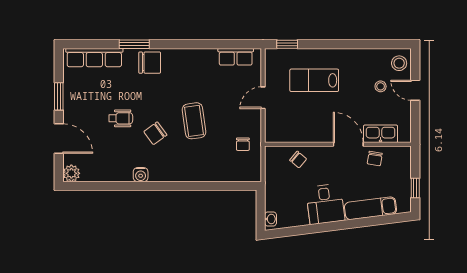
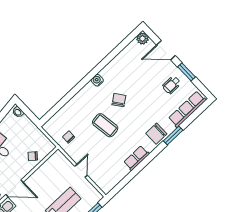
row of seats: (236, 57) -> (136, 158), moved
wheelchair: (121, 118) -> (172, 85), moved
water cooler: (141, 175) -> (97, 80), moved

